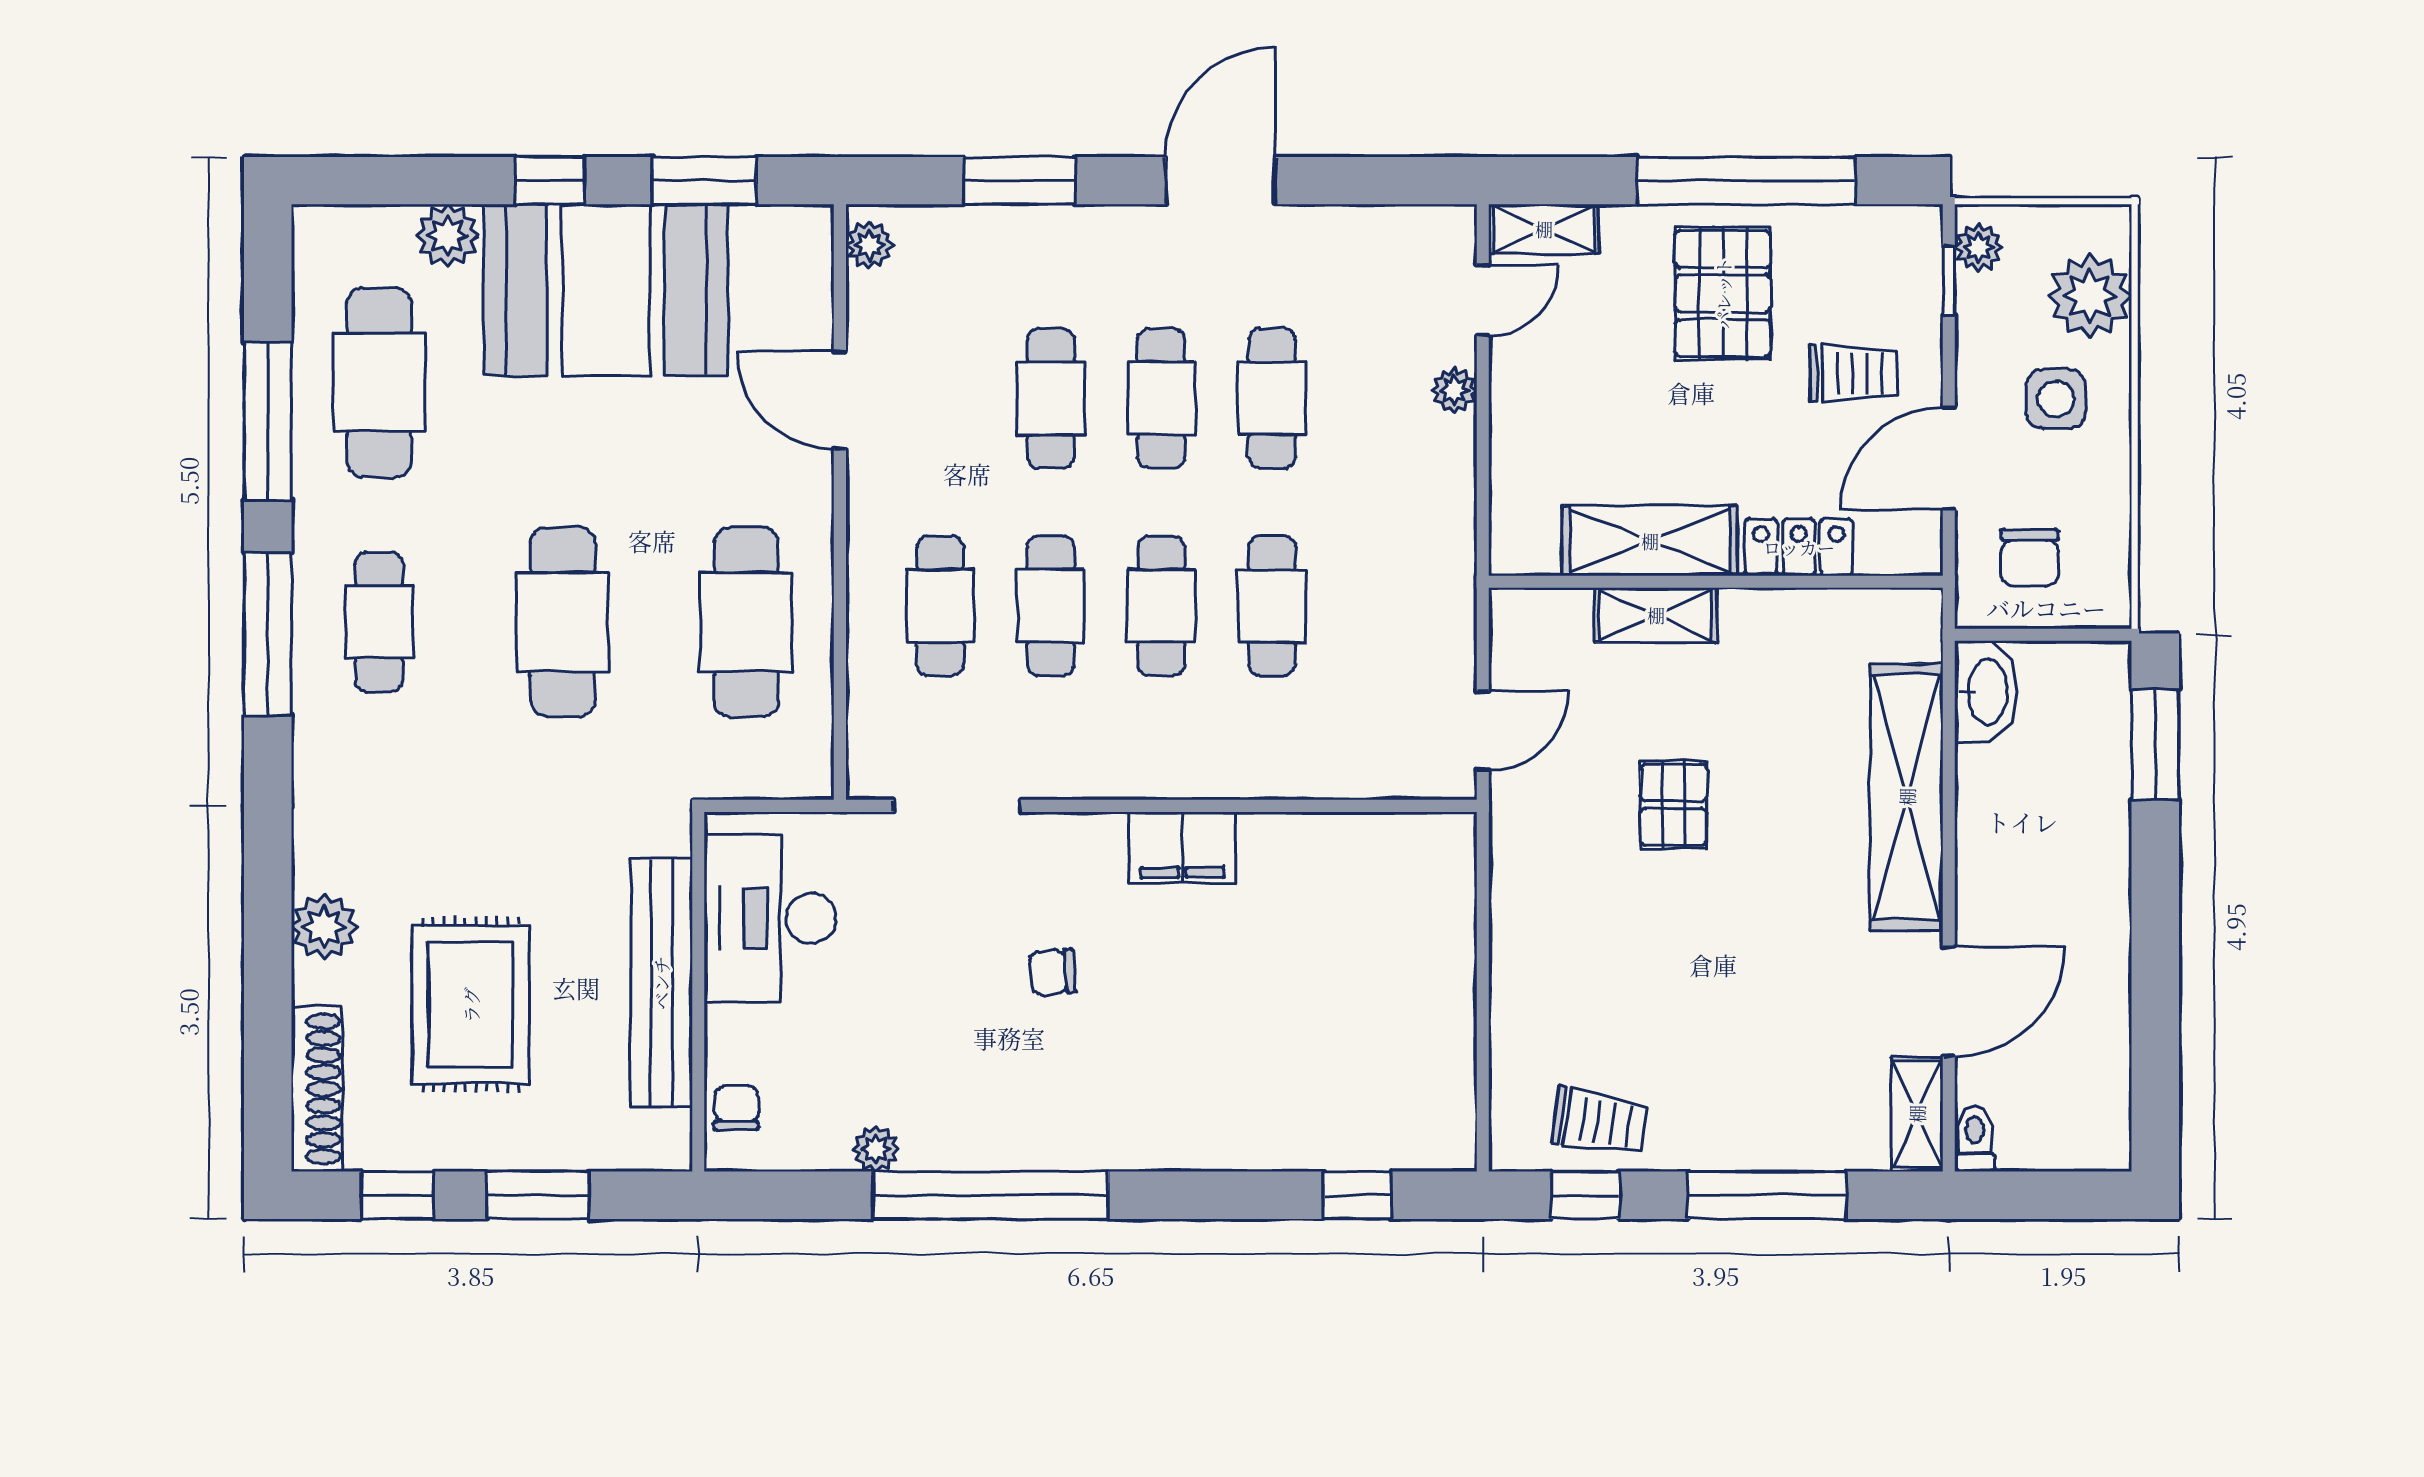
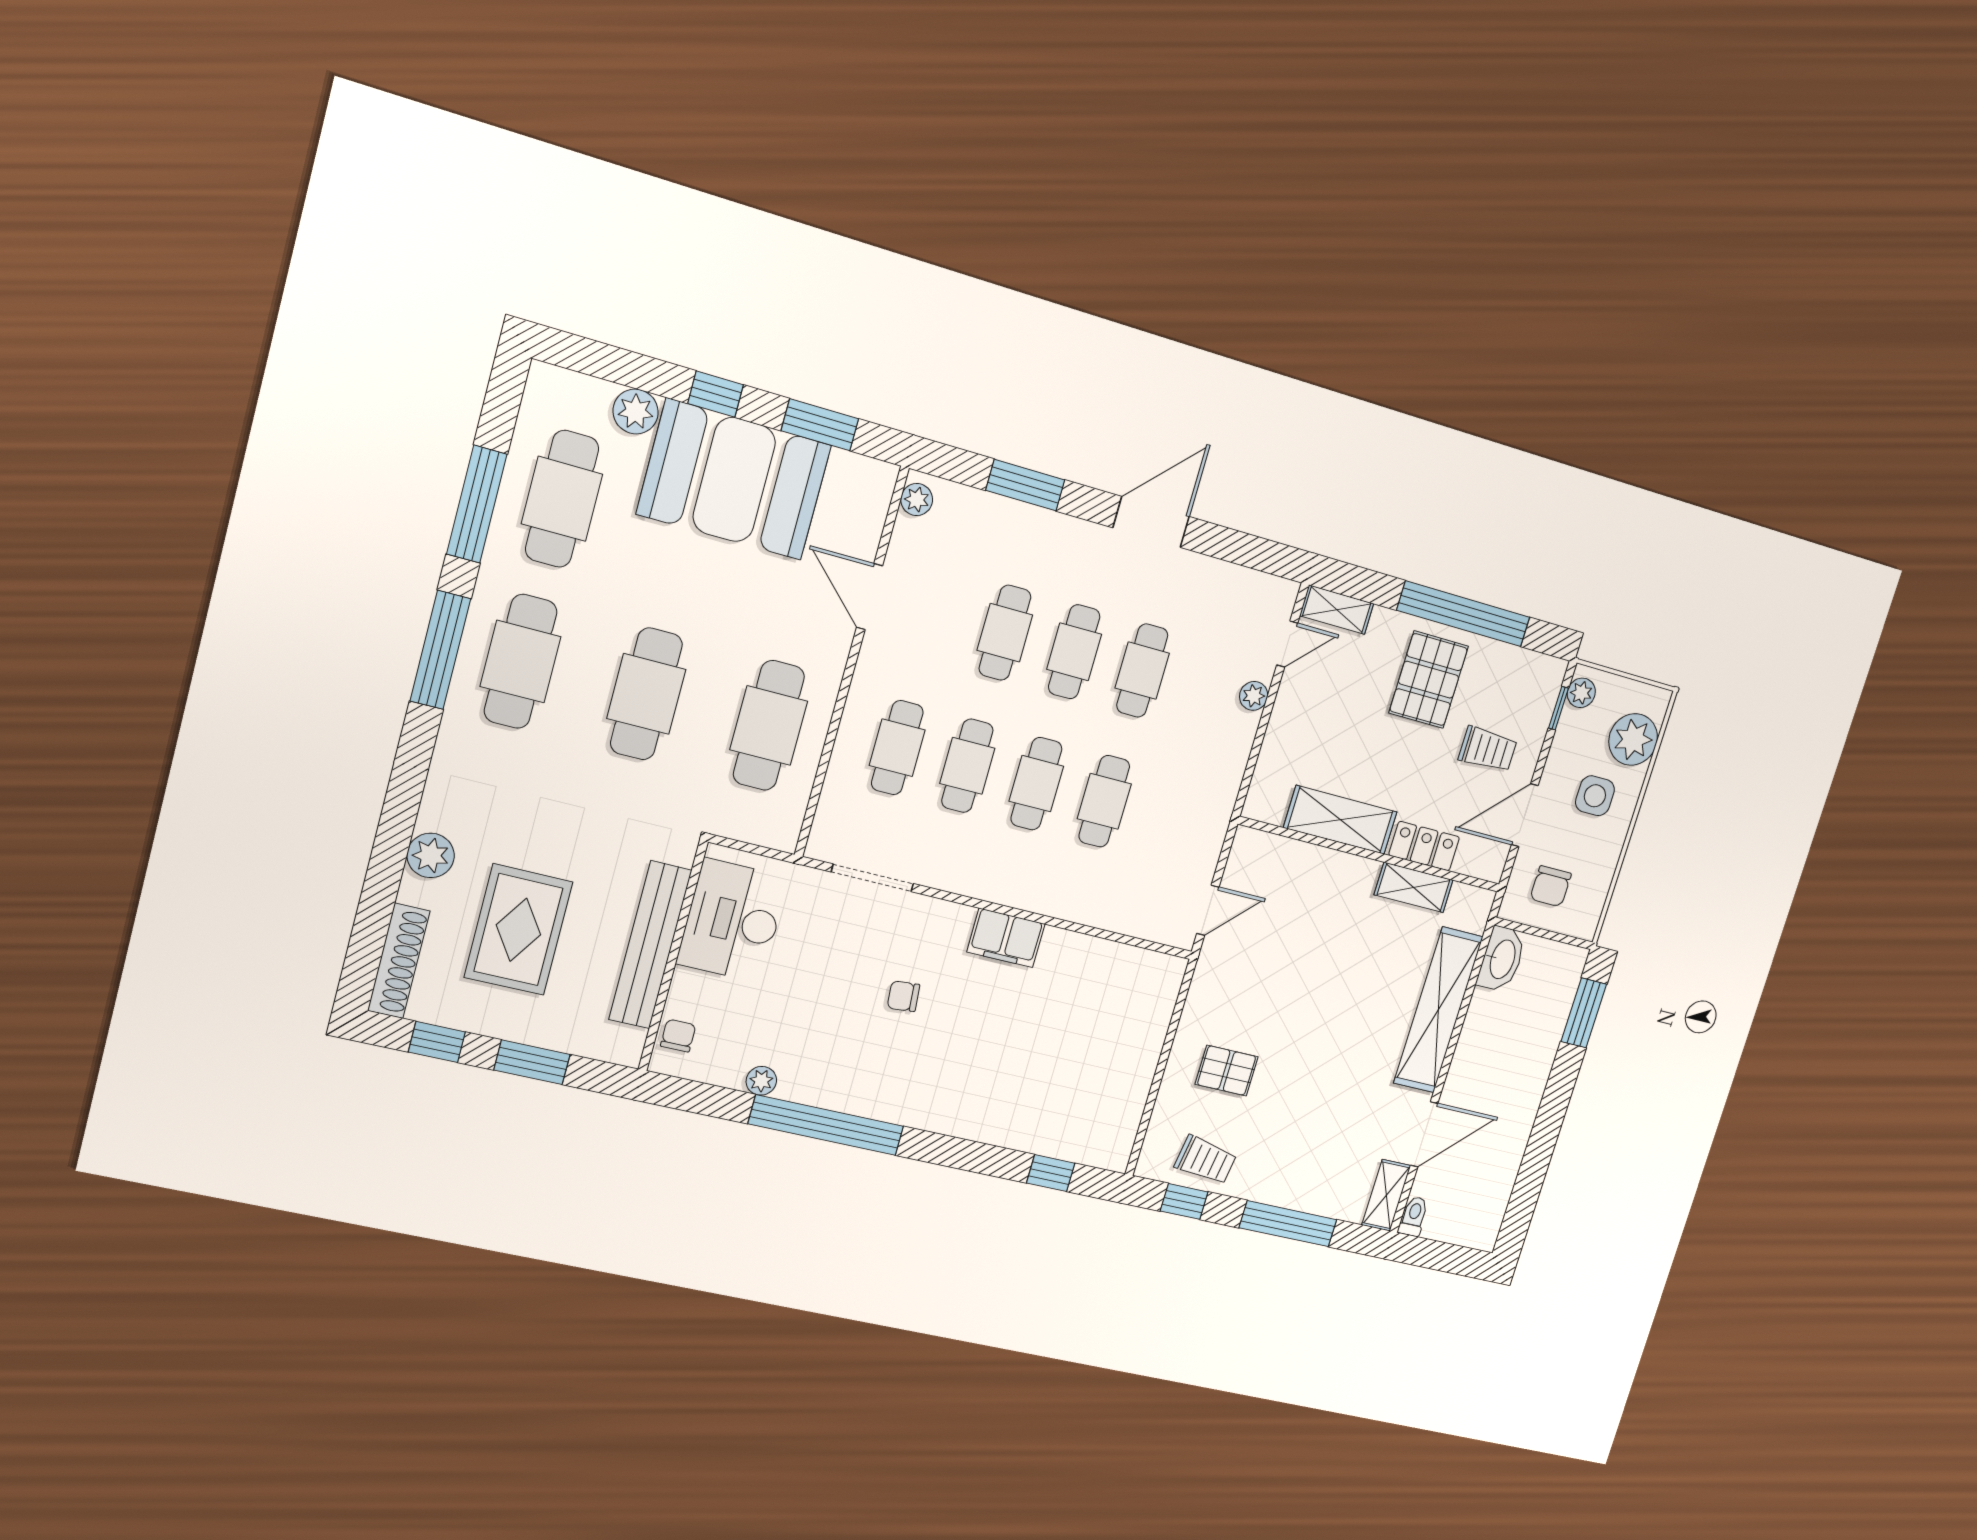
shelving: (1656, 615) -> (1414, 887), moved
cafe table: (379, 622) -> (520, 662), width x1.37, depth x1.35
pallet: (1674, 805) -> (1227, 1071), moved, turned 90

